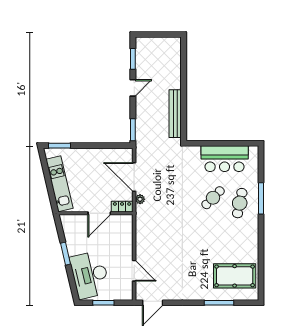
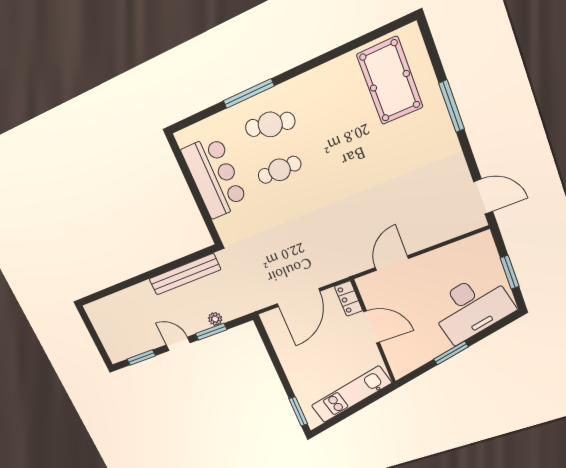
window: (133, 130) -> (211, 332), moved
cafe table: (213, 198) -> (280, 170), turned -45
plant: (140, 199) -> (215, 319), moved
door: (134, 271) -> (392, 263), moved
window: (219, 303) -> (452, 106), moved

